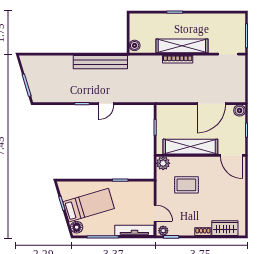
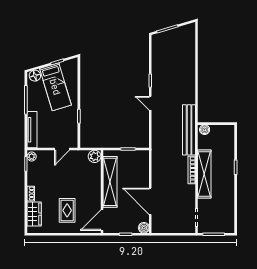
bench: (100, 62) -> (189, 130), moved
rug: (186, 185) -> (67, 210), moved
door: (155, 213) -> (62, 149), moved

